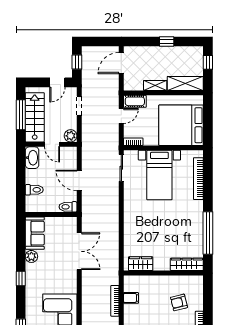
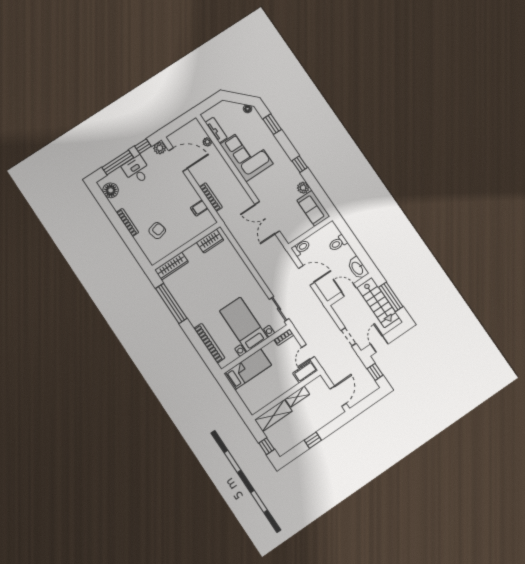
bed: (181, 125) -> (248, 369), width x0.49
plant: (71, 136) -> (339, 307), removed

